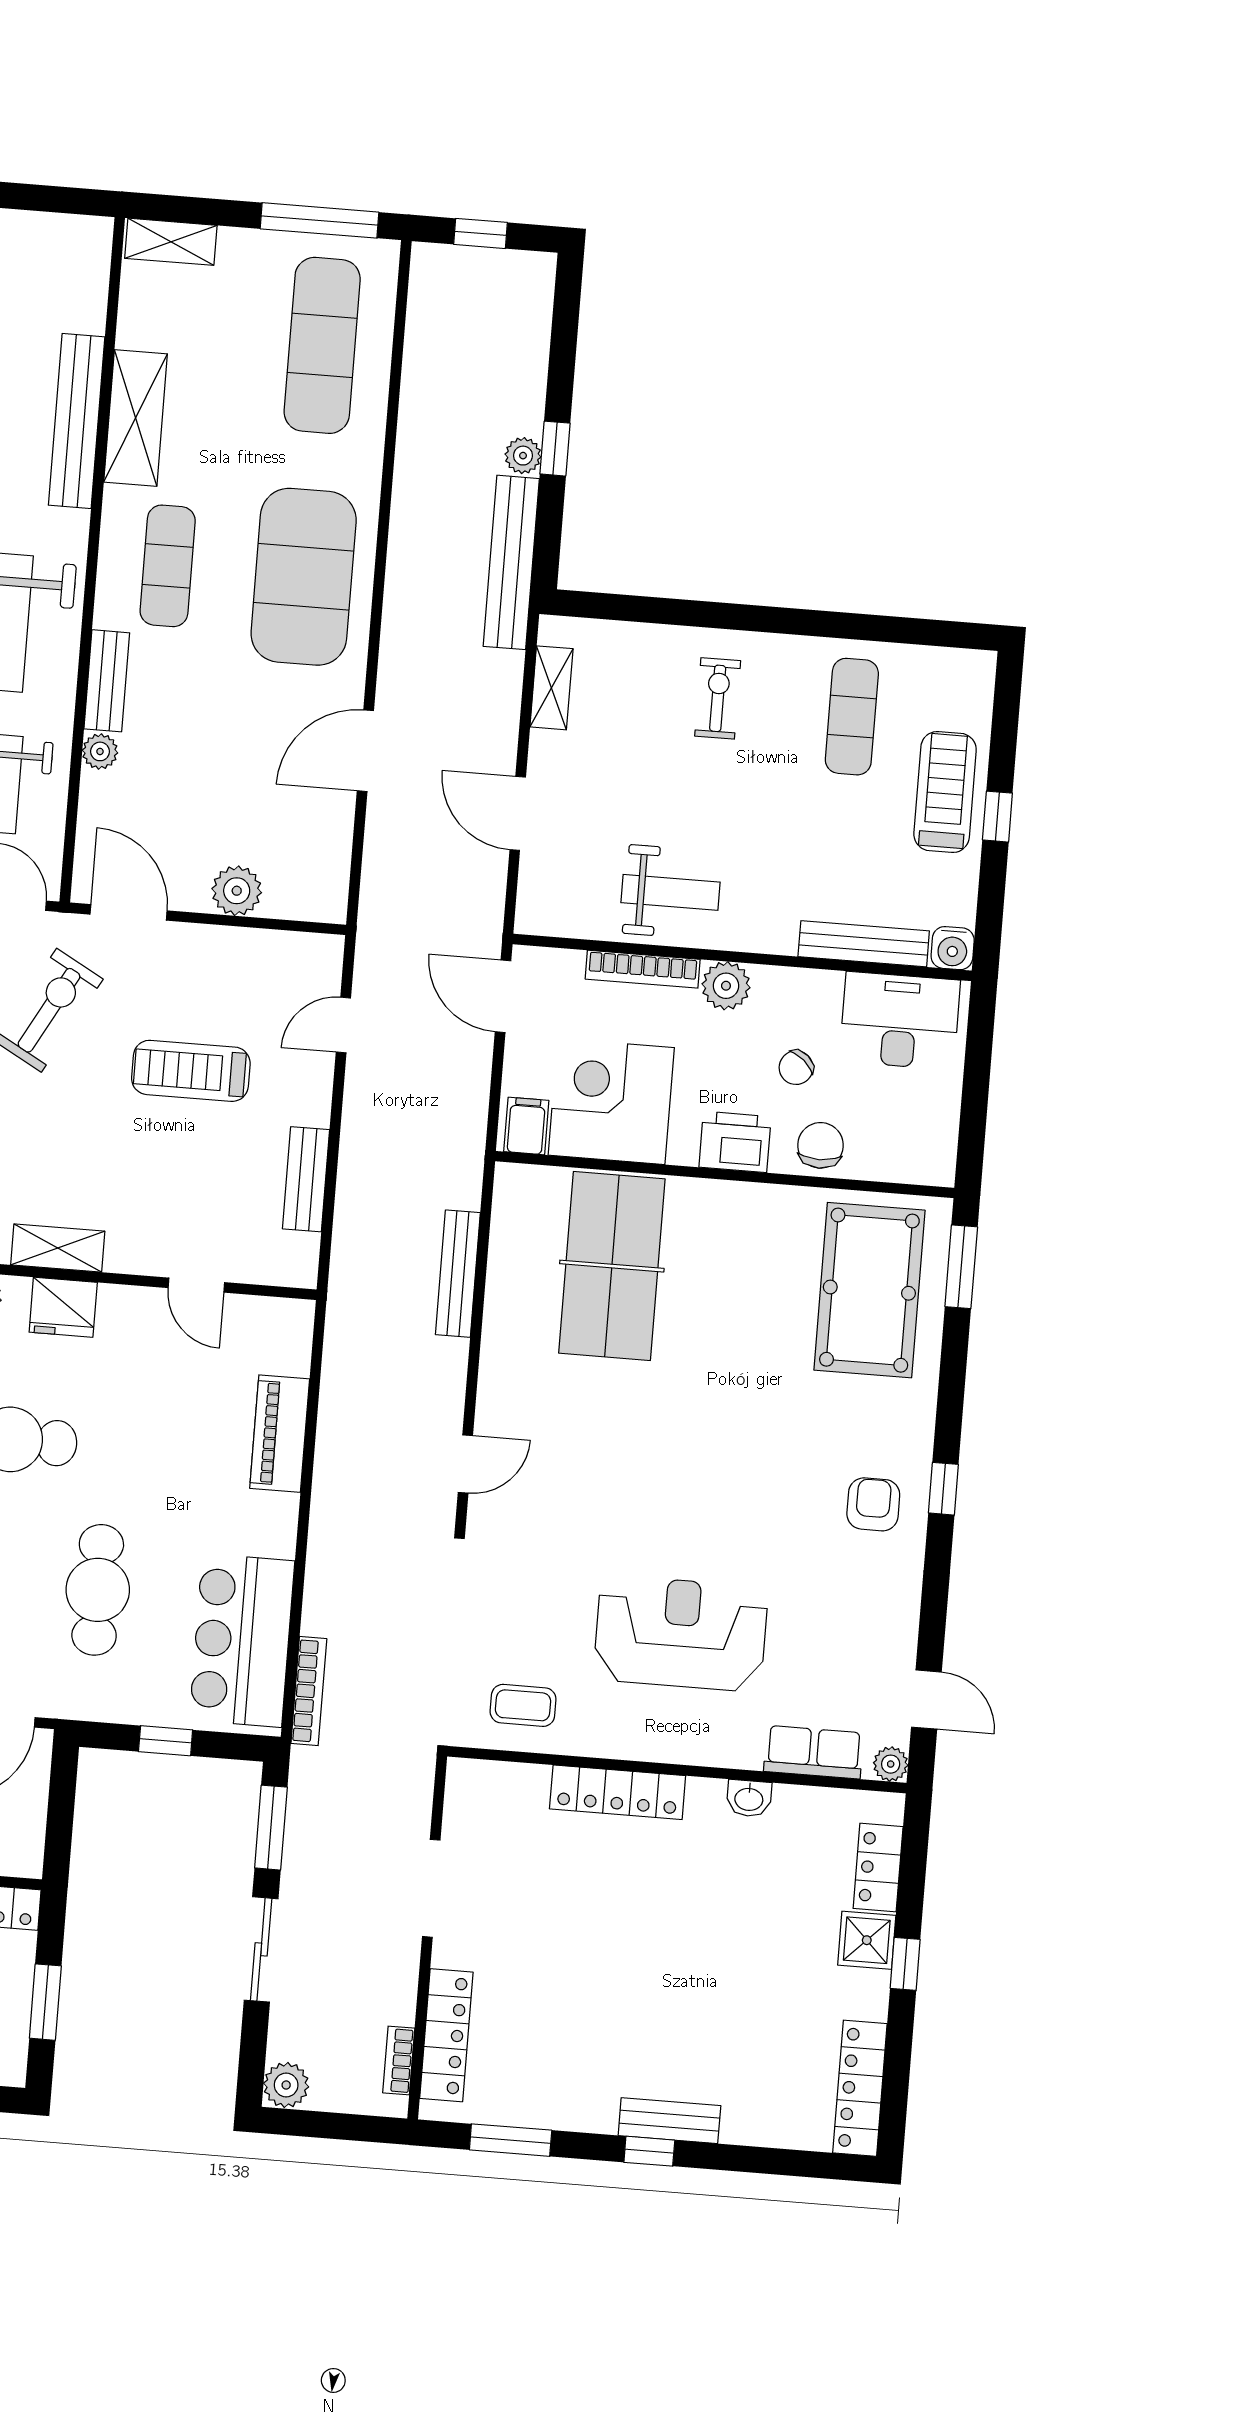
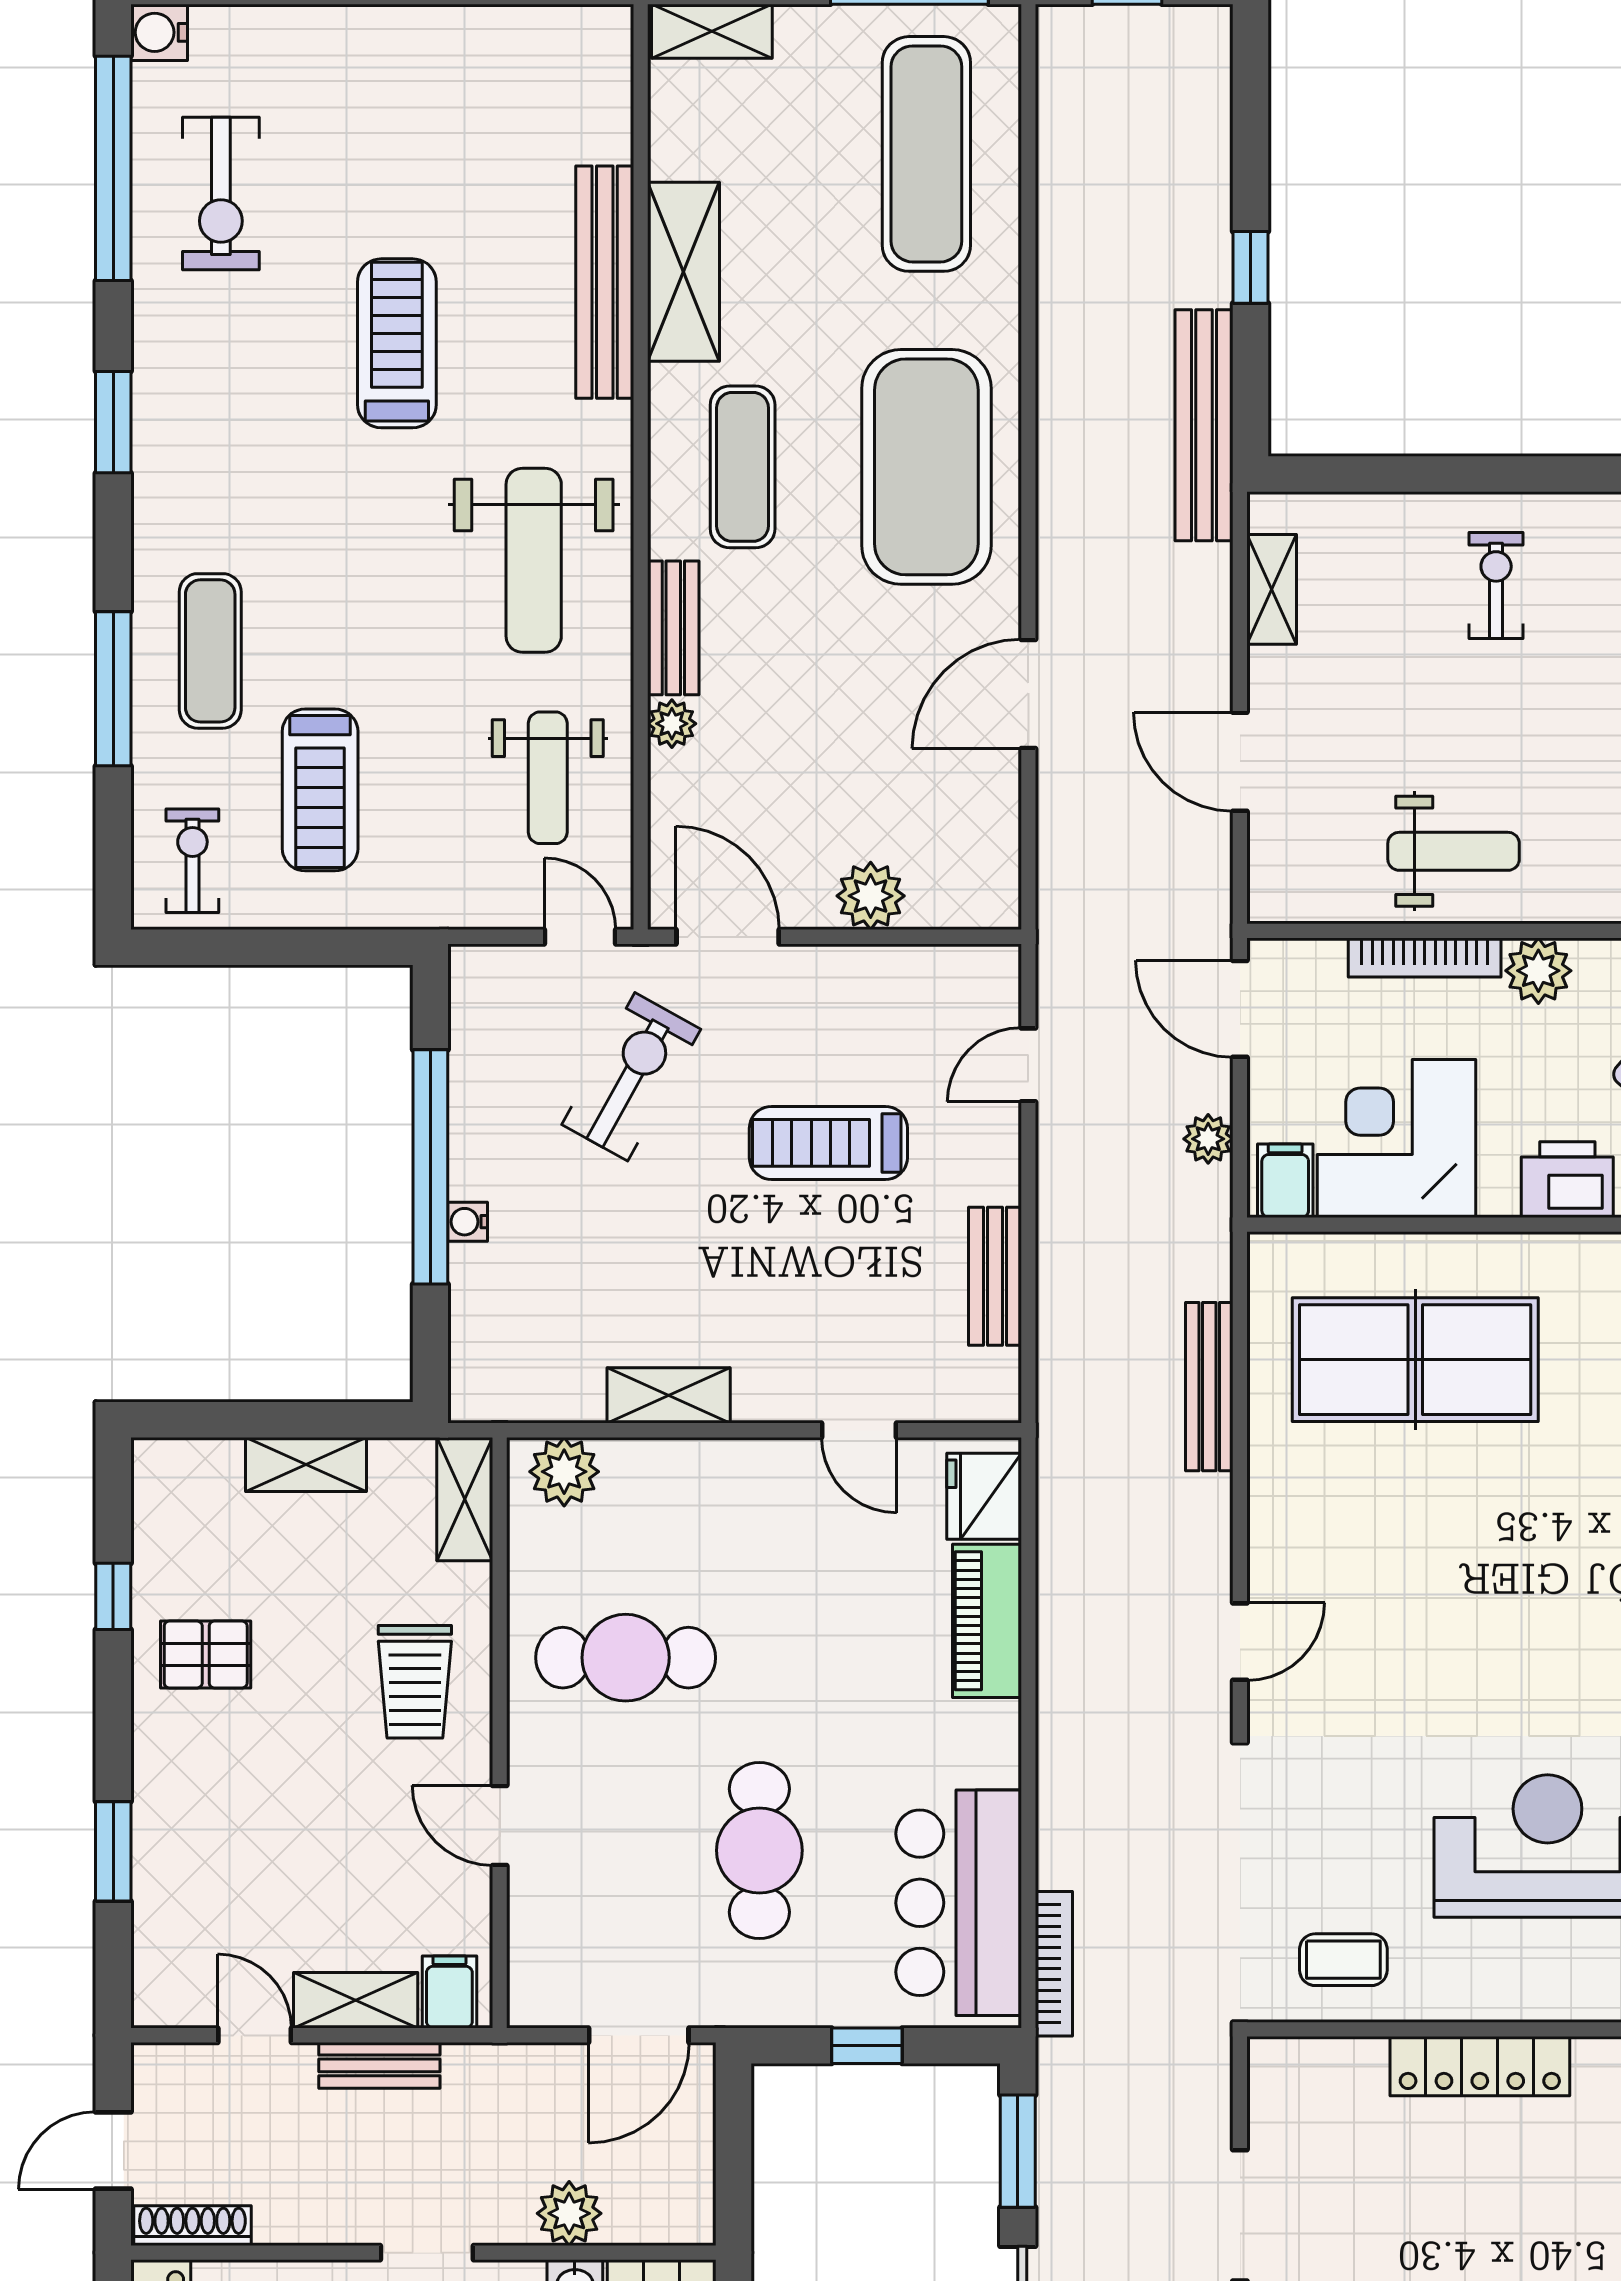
plant: (523, 456) -> (1208, 1139), moved
table tennis table: (612, 1266) -> (1415, 1360), turned 90
fridge: (63, 1307) -> (984, 1496), moved, turned 90

